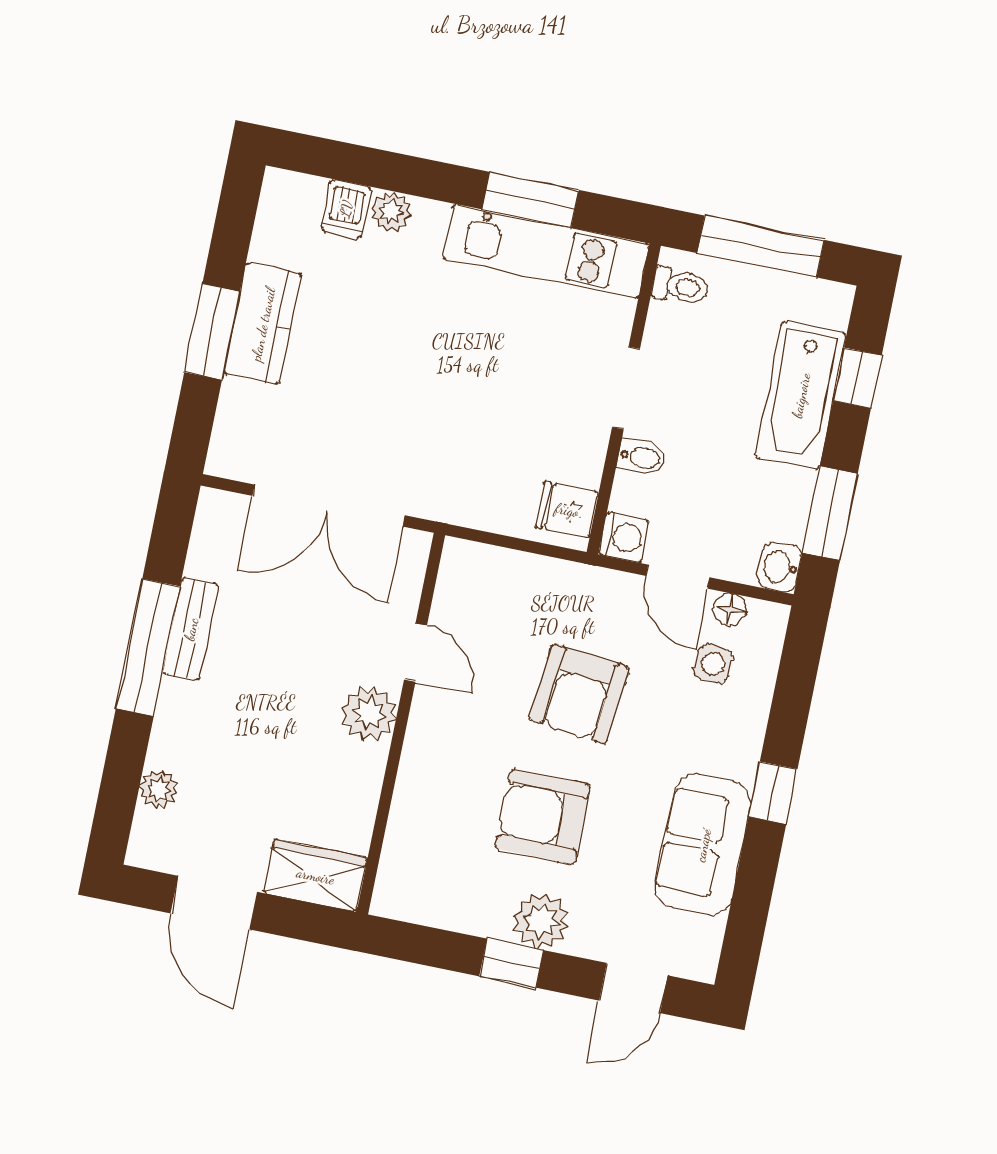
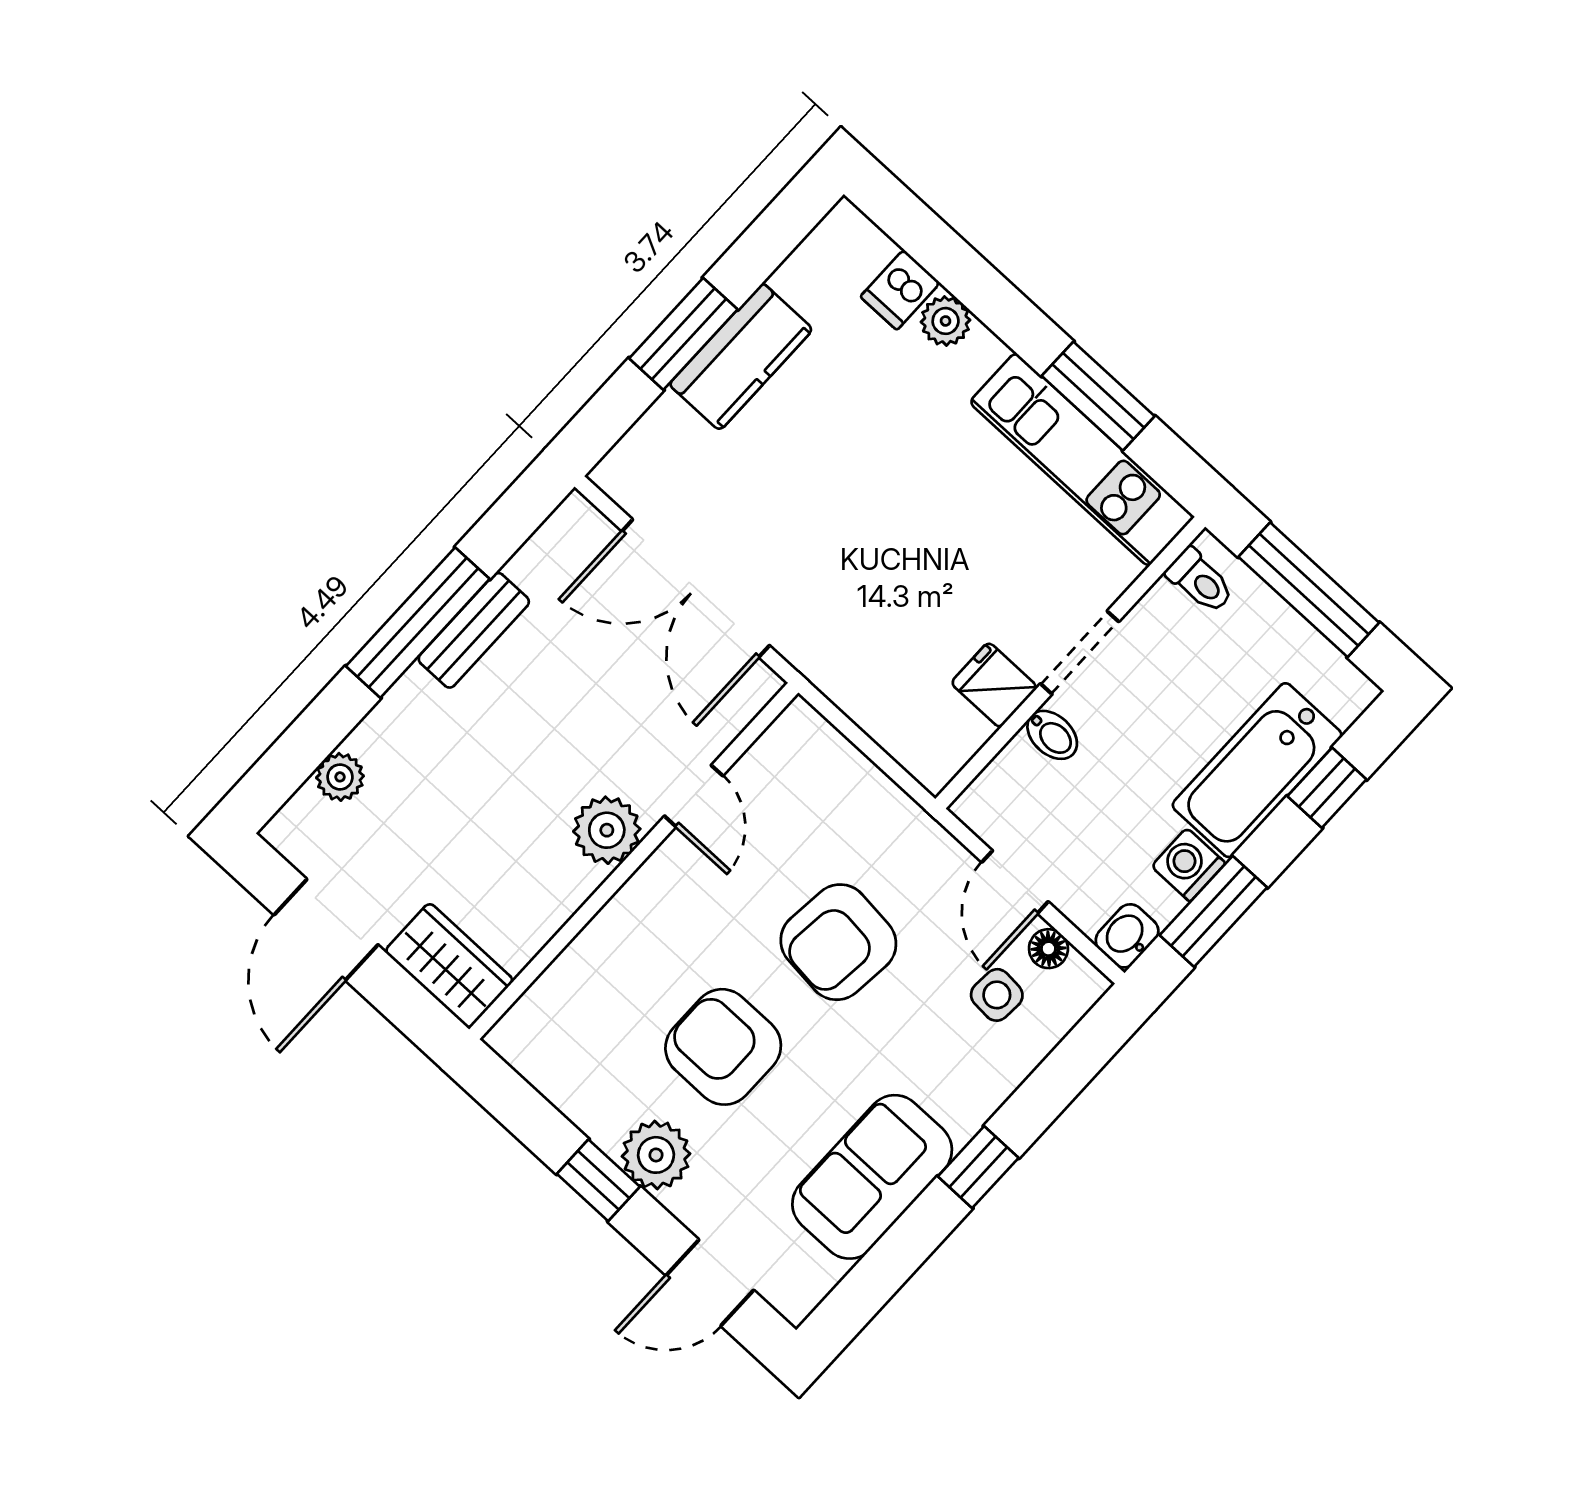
fridge: (567, 510) -> (994, 685), moved
washing machine: (624, 537) -> (1188, 865), moved, turned 180

